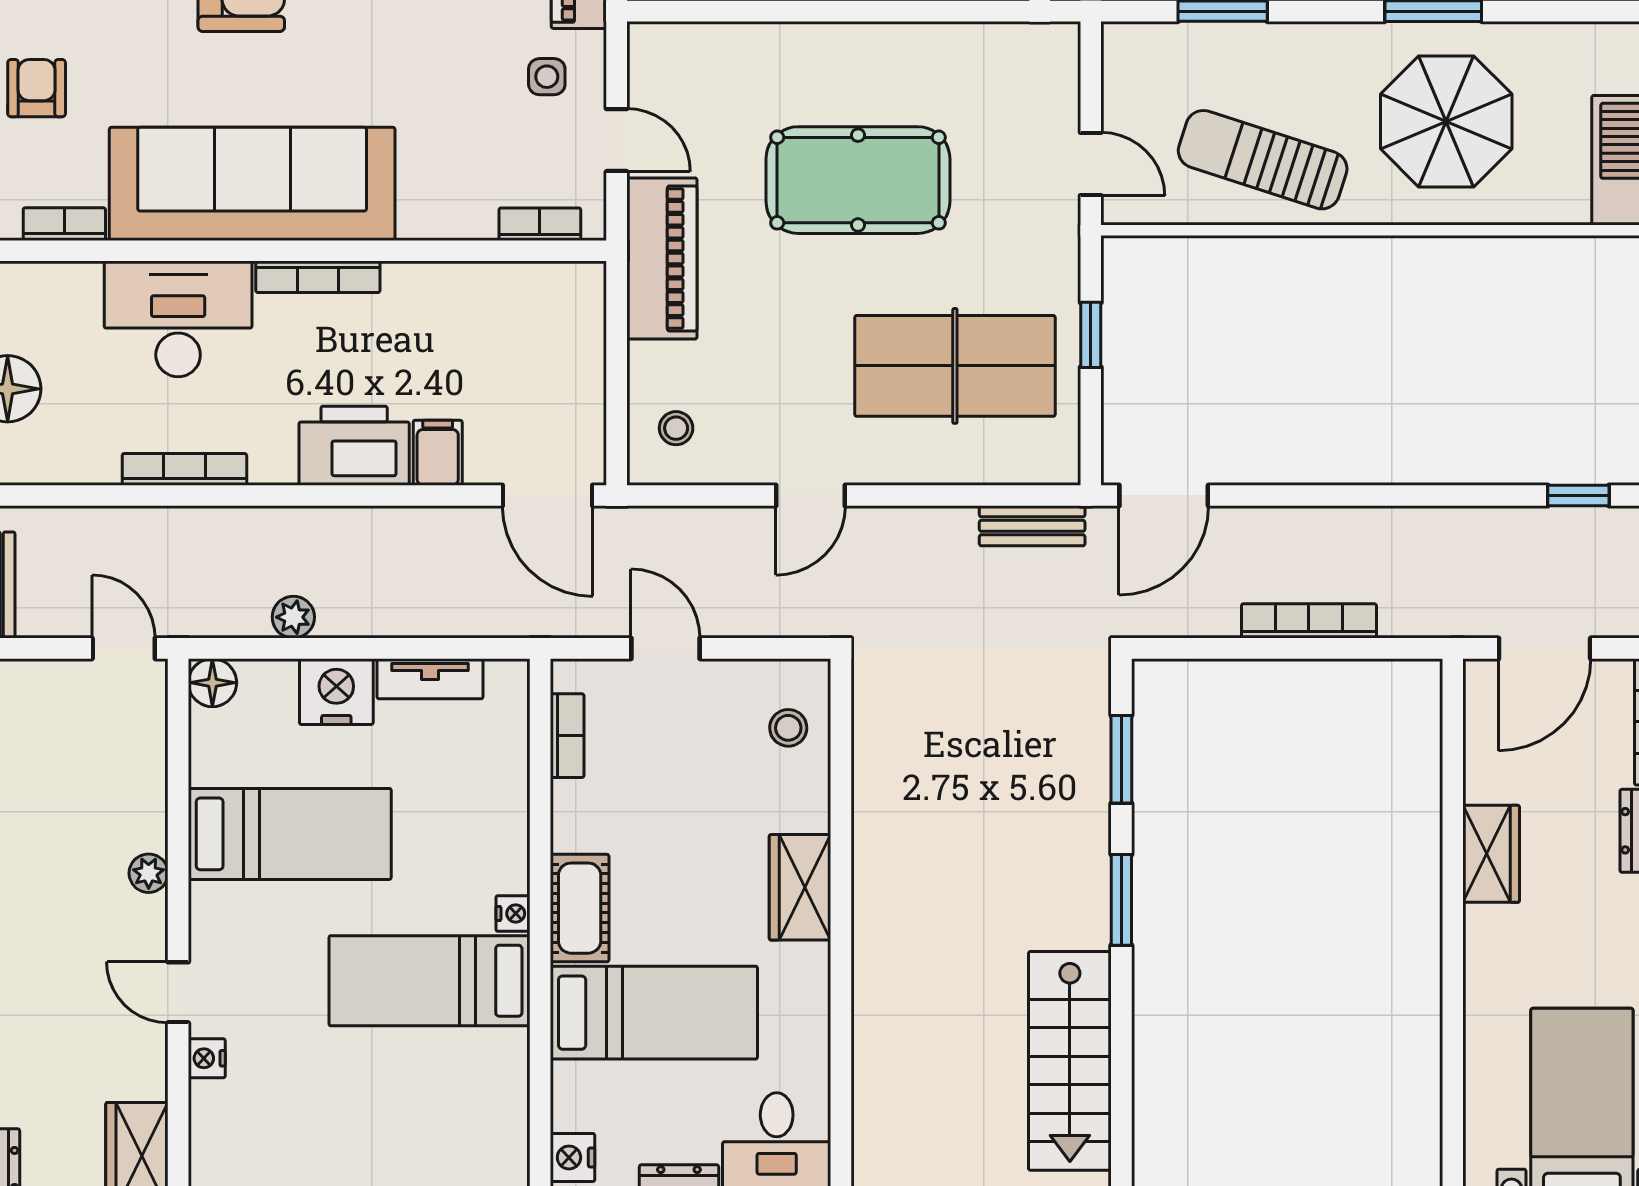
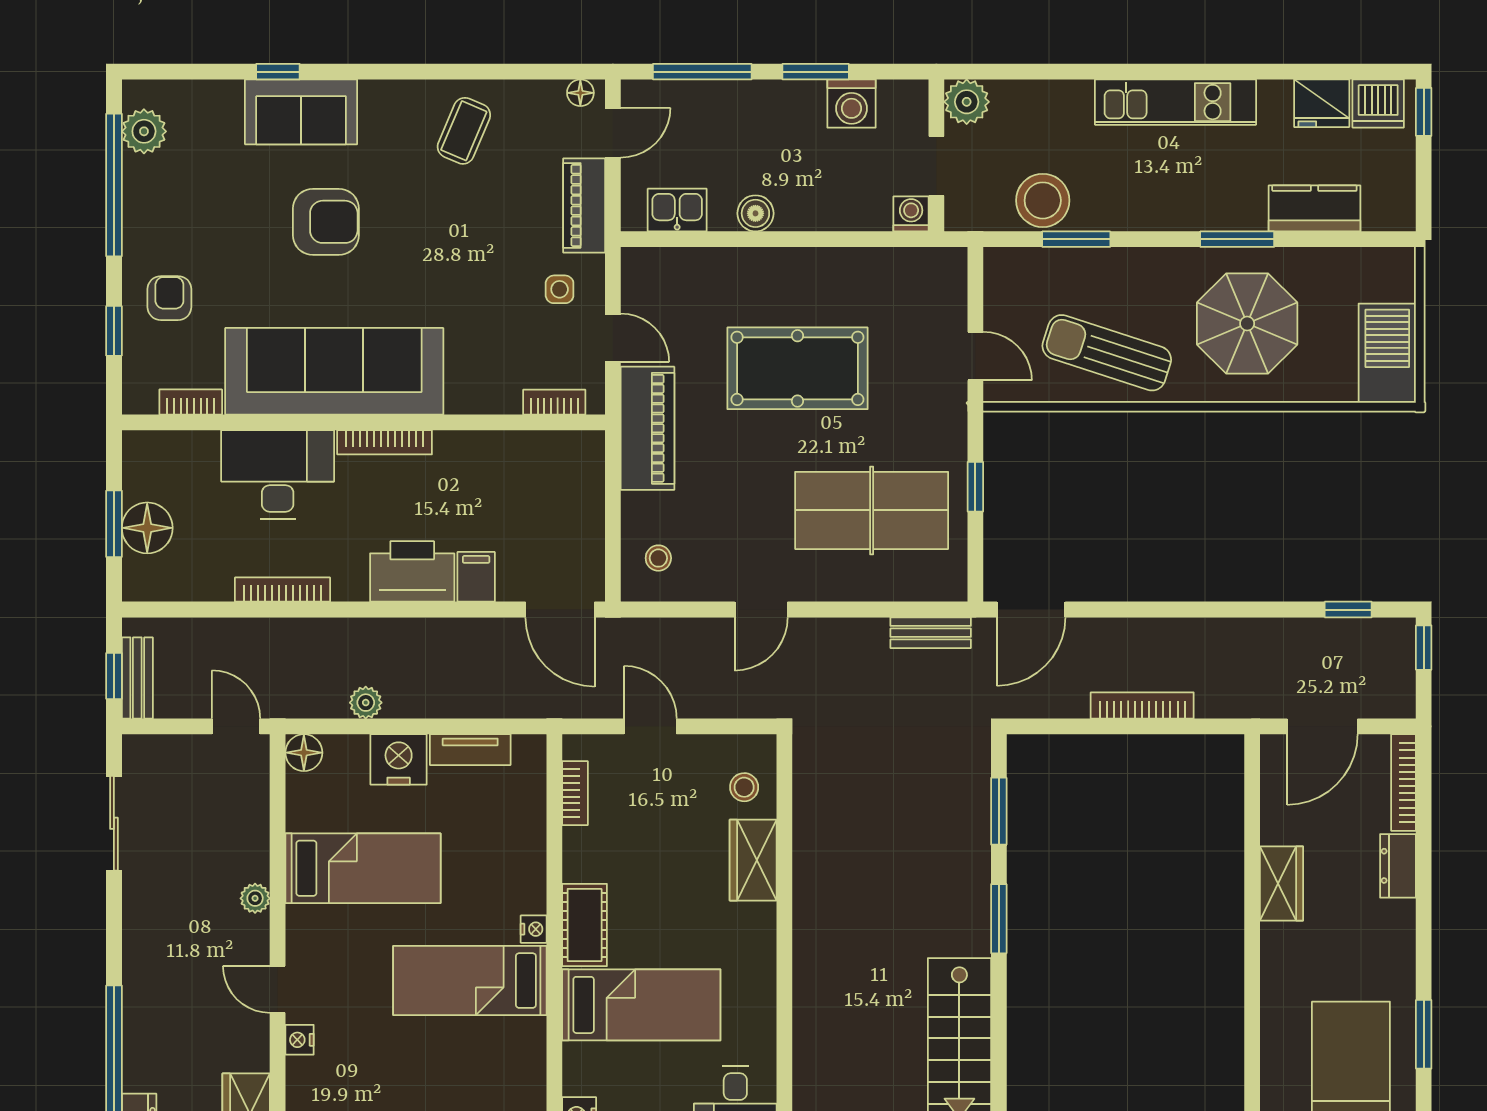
wardrobe: (800, 887) -> (753, 860), moved

